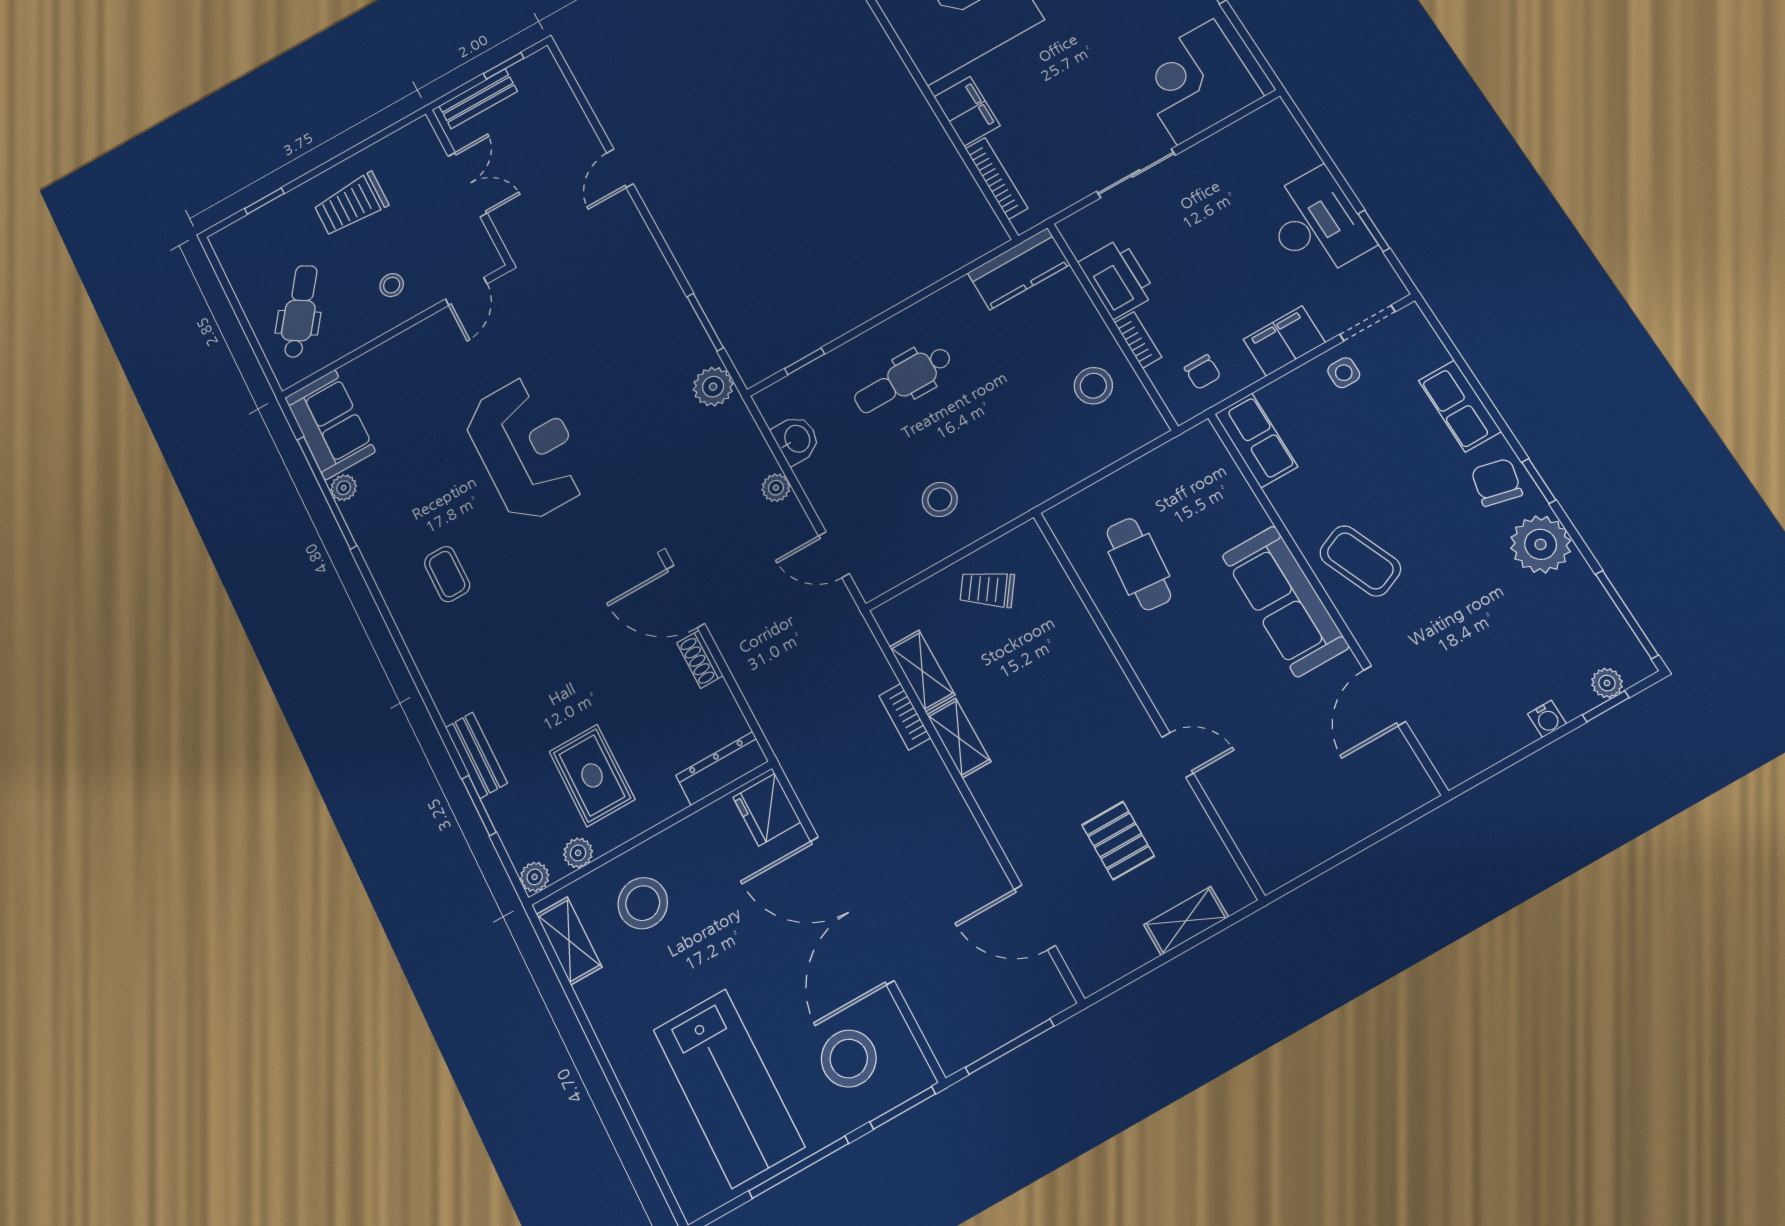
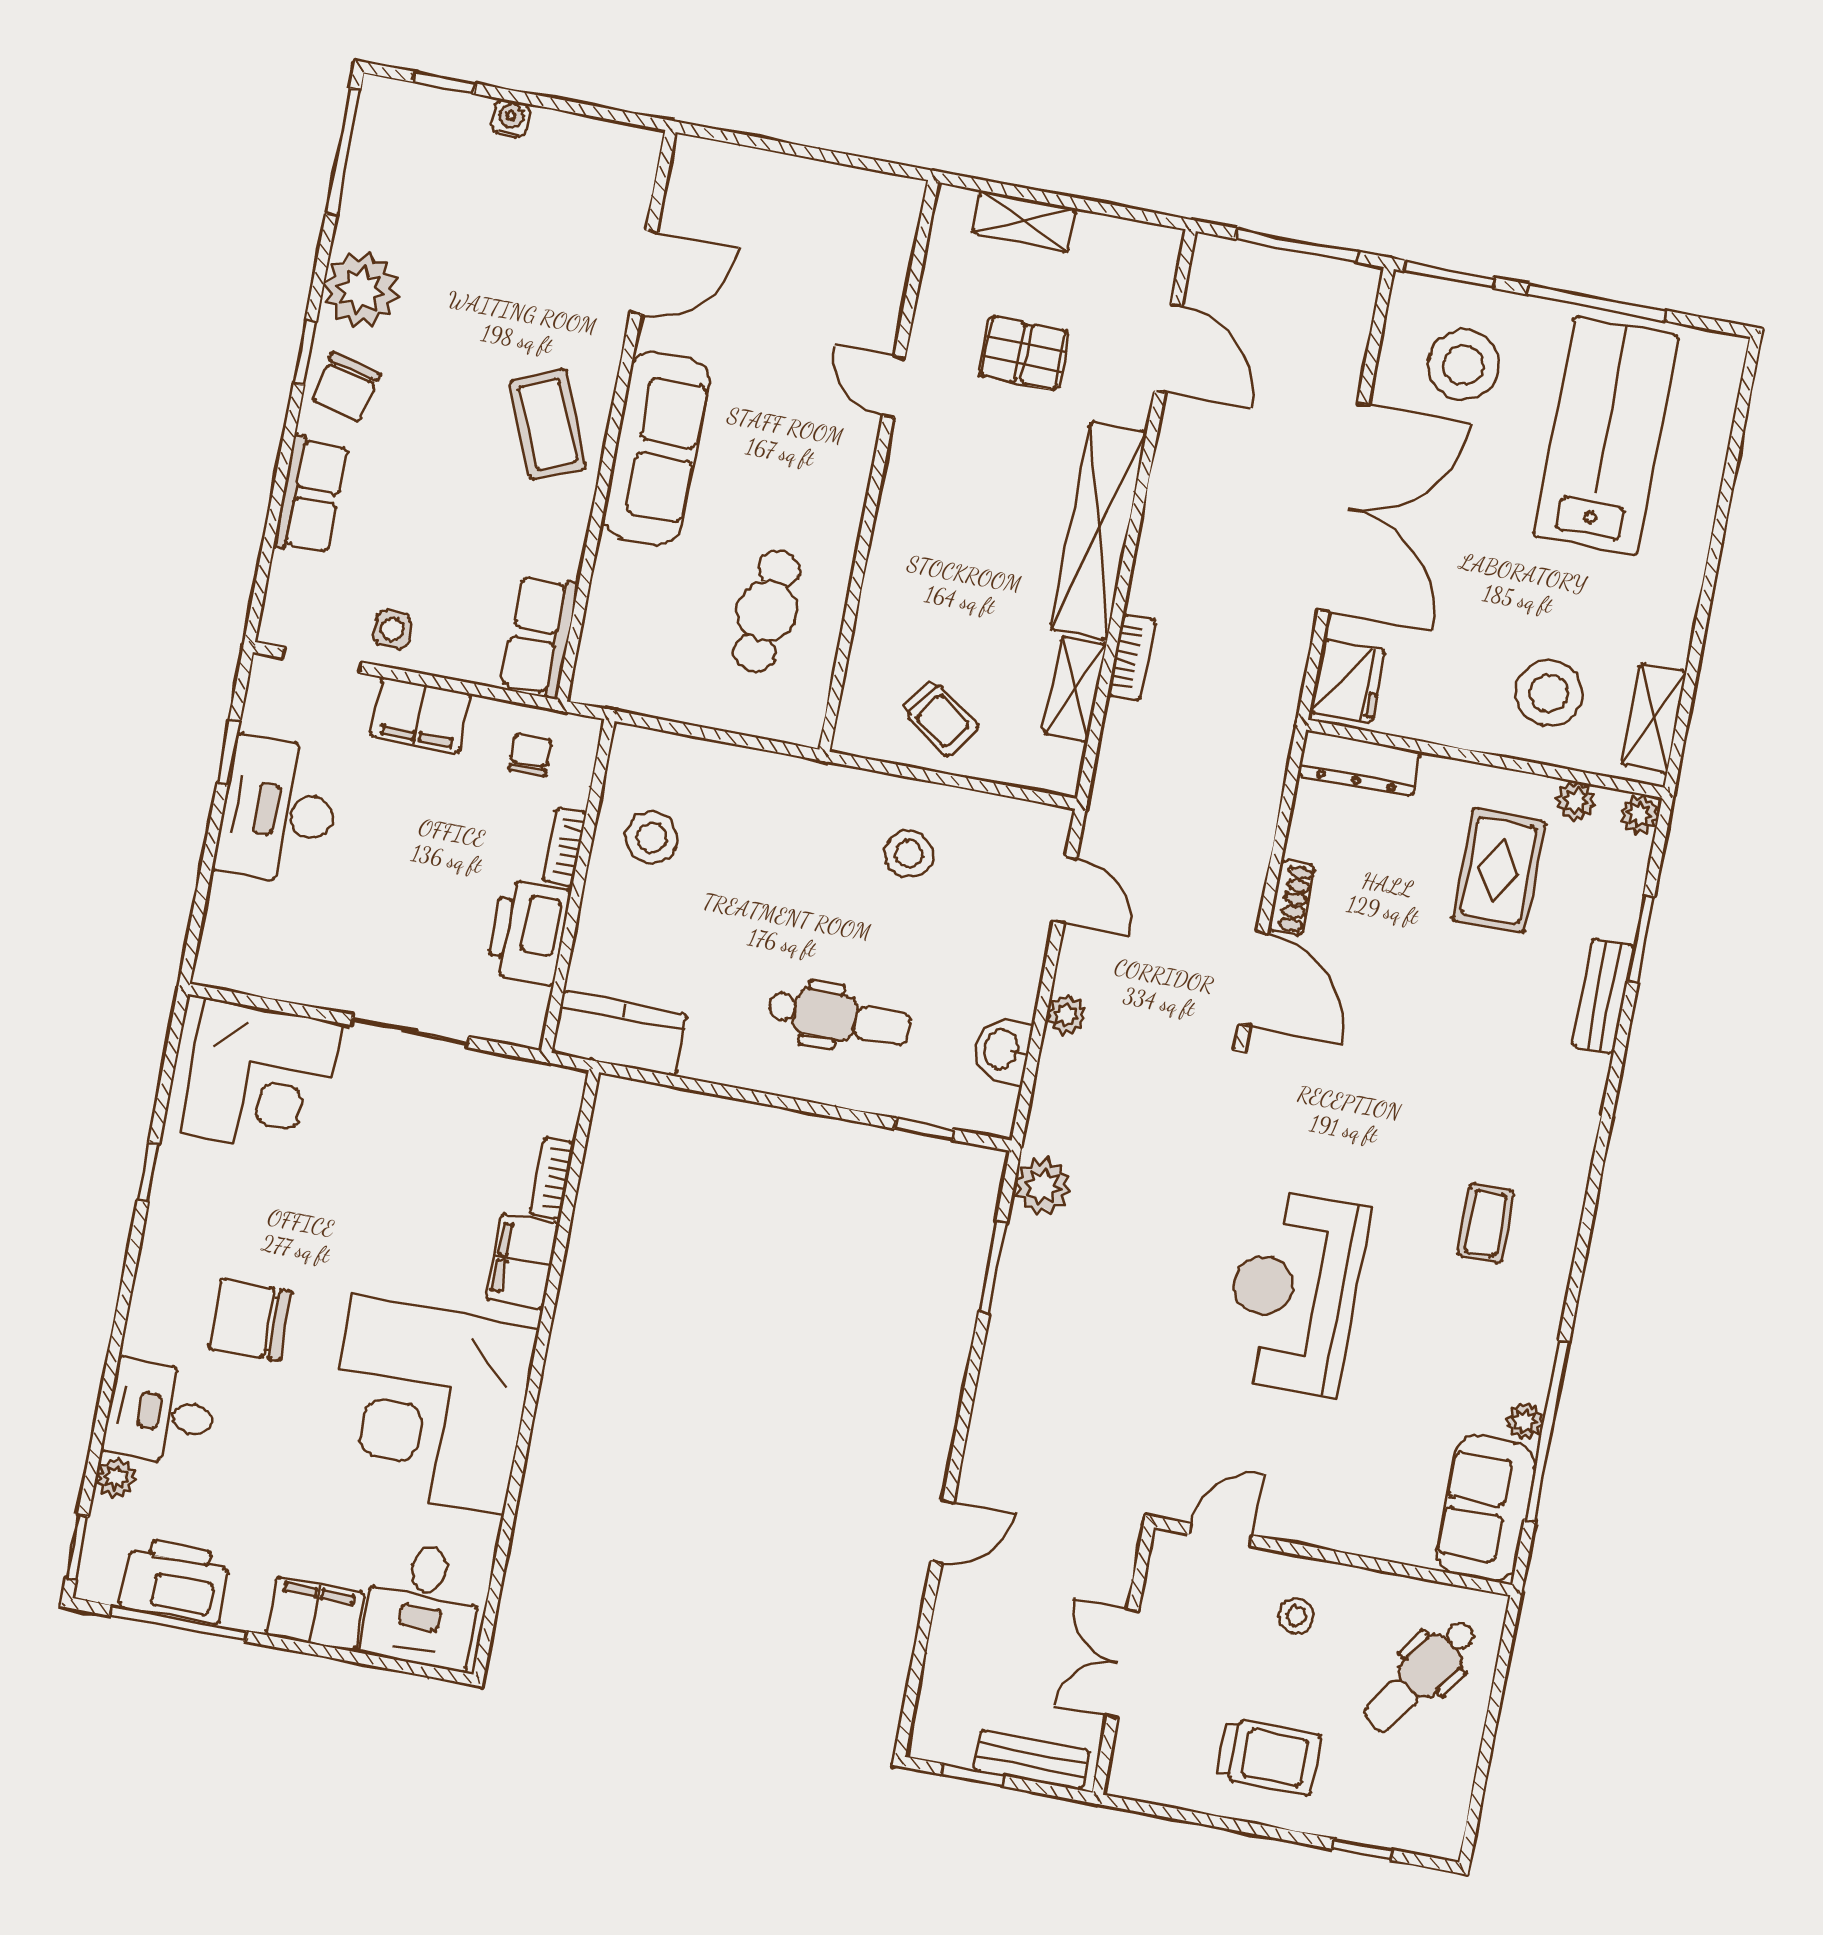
bookcase: (997, 178) -> (552, 1178), width x0.64
plant: (1607, 683) -> (423, 103), removed
shelving: (959, 738) -> (1099, 531), width x2.20, depth x1.33
pallet: (1118, 841) -> (1024, 353), turned 90

